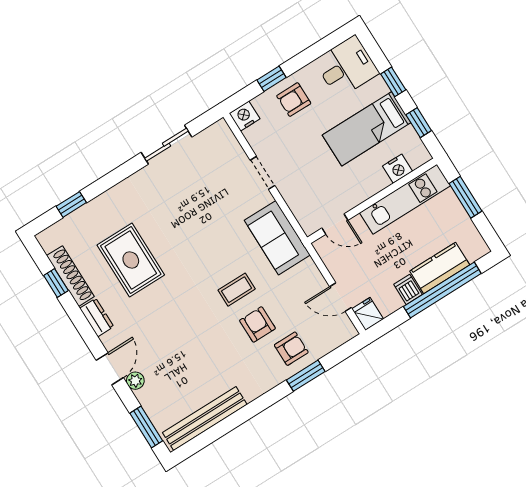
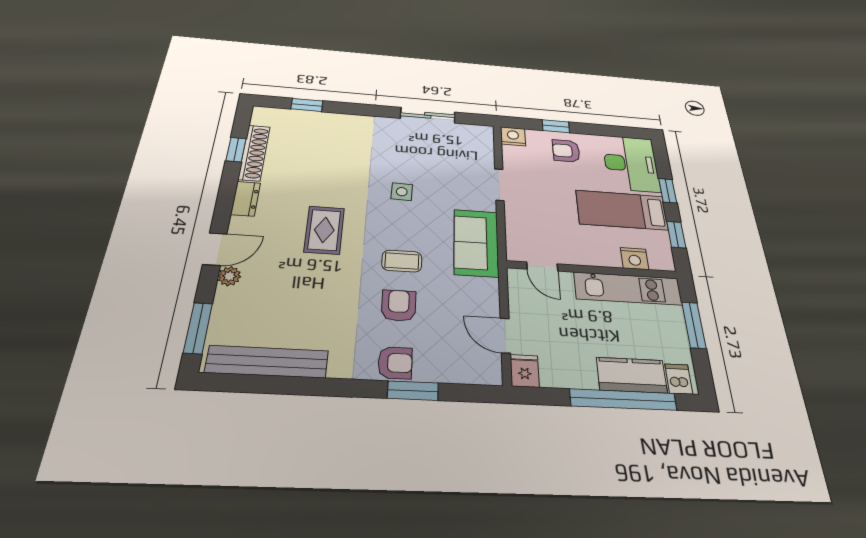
desk: (346, 67) -> (631, 163), width x1.37
side table: (197, 232) -> (402, 192), added
rug: (131, 260) -> (324, 230), moved, width x0.73, depth x0.70
dishwasher: (408, 289) -> (679, 379), moved
armchair: (291, 349) -> (395, 363), moved

